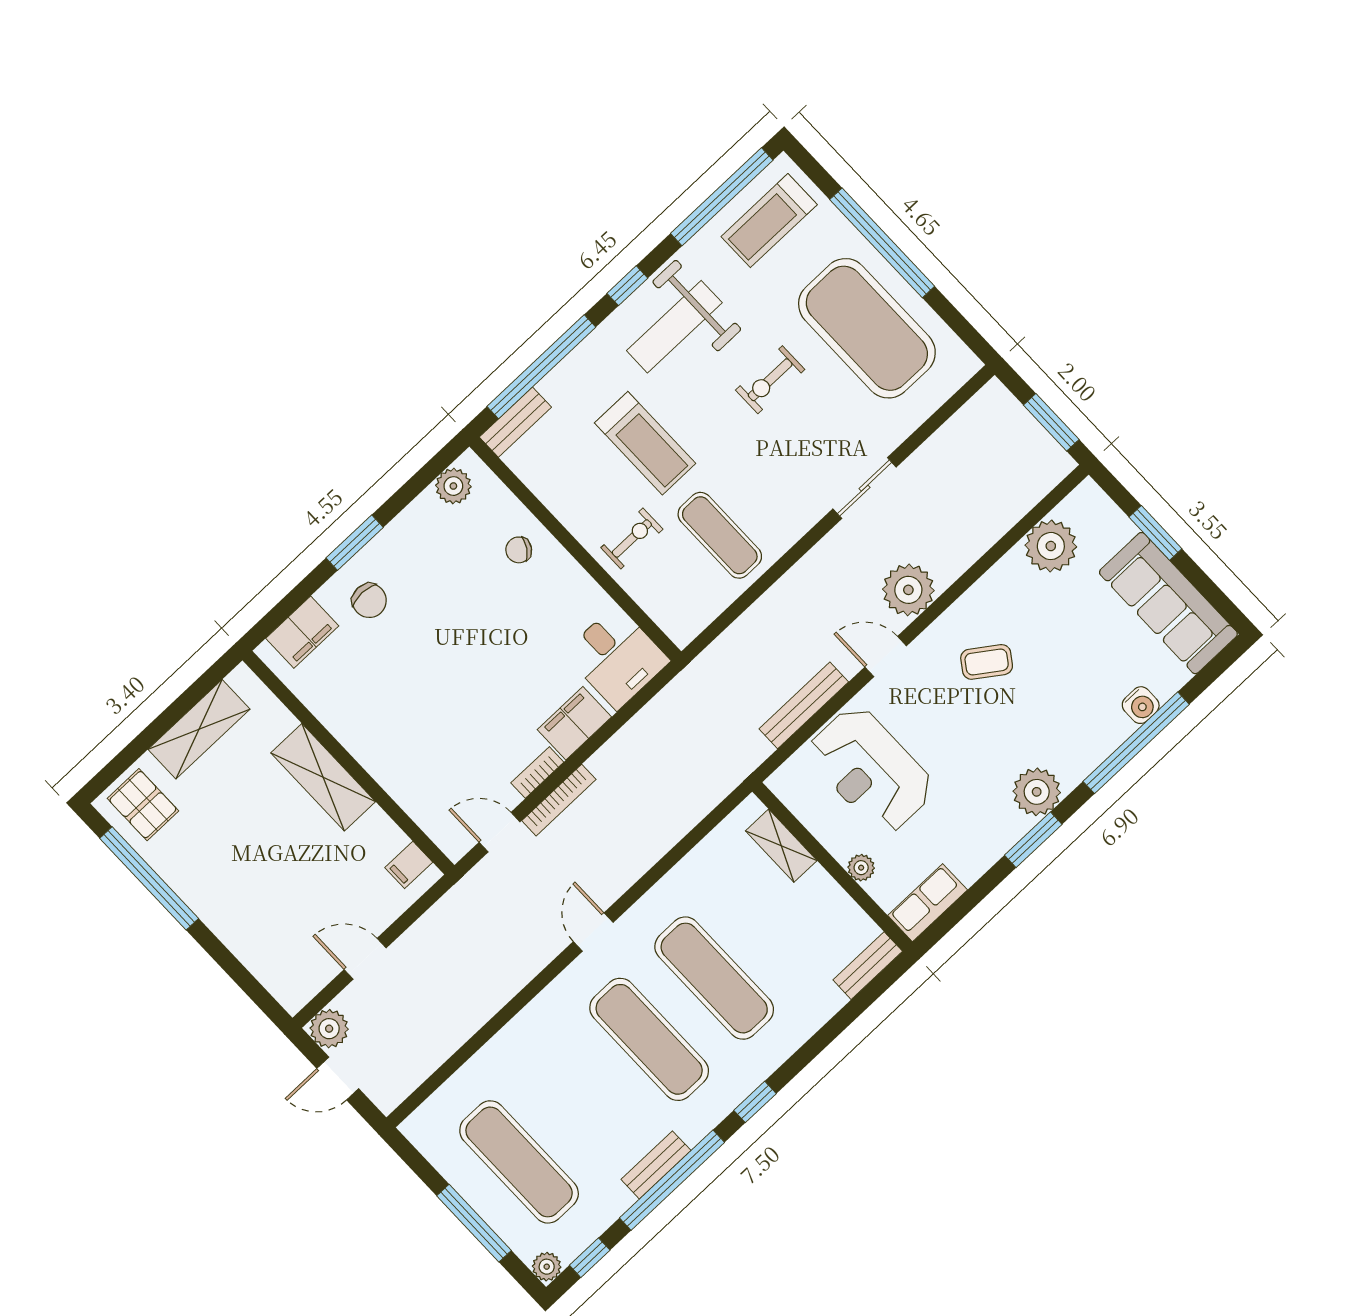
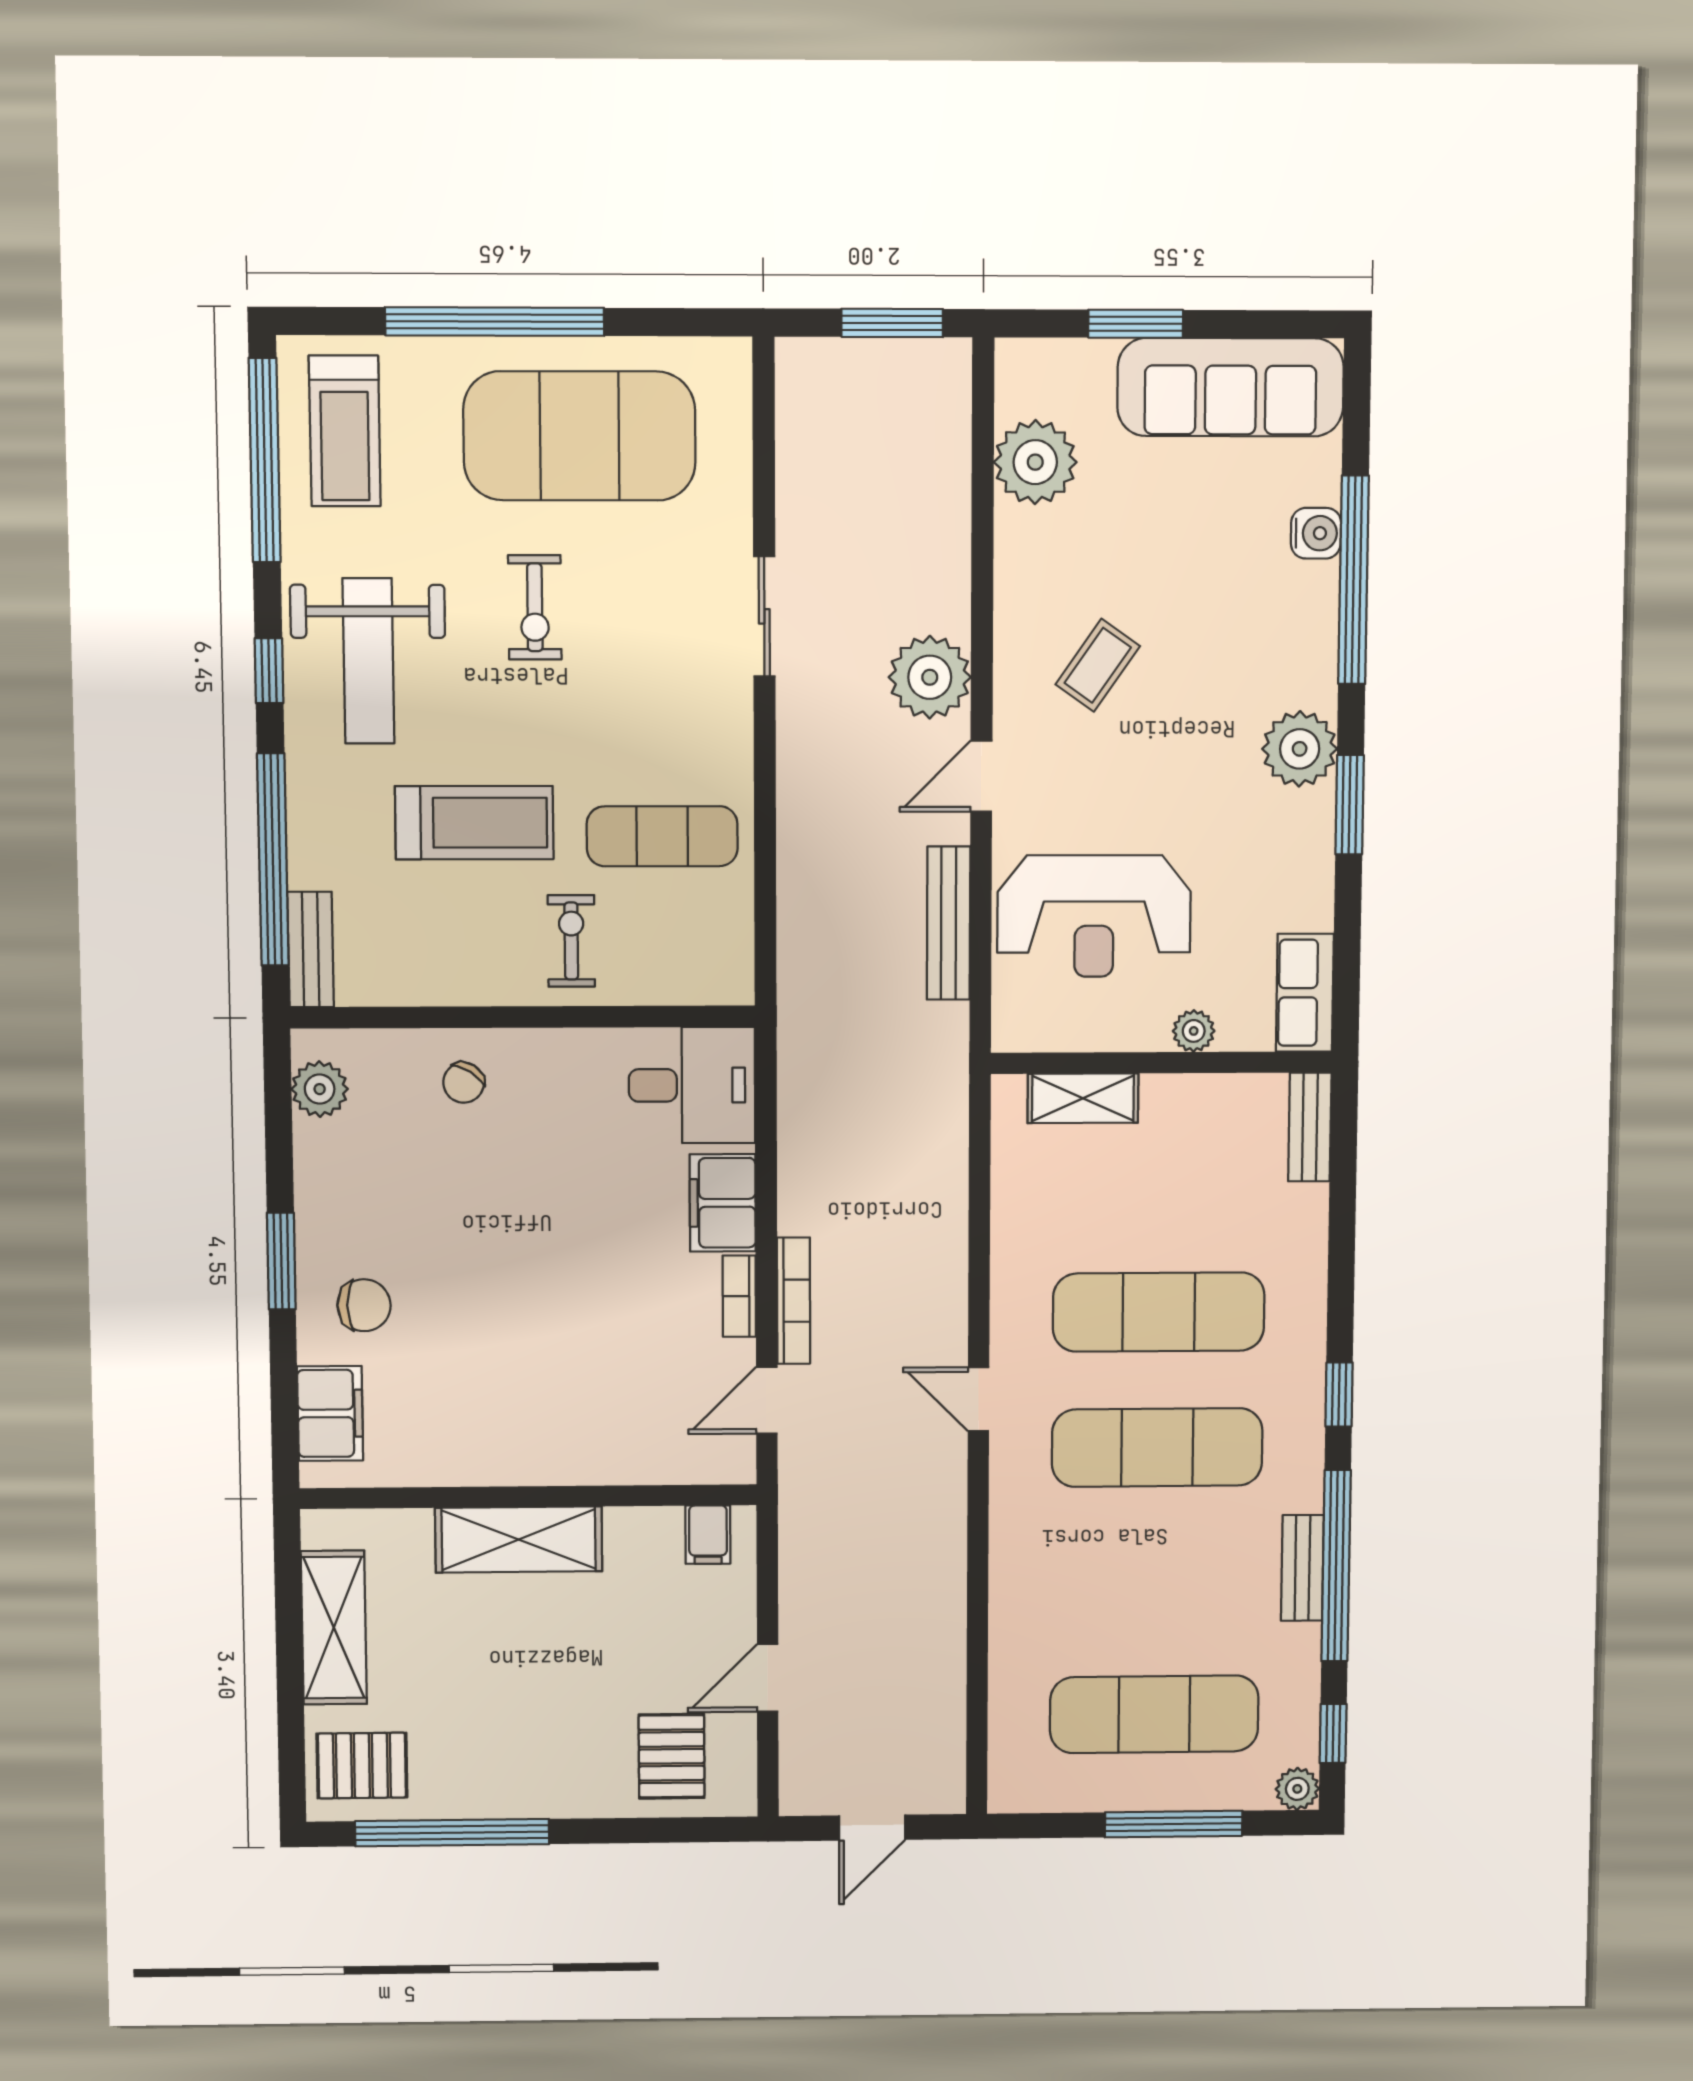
pallet: (284, 949) -> (672, 1756), added
plant: (329, 1029) -> (808, 1787), removed

